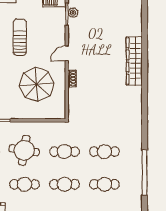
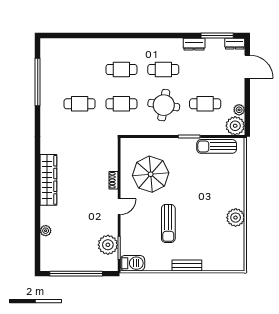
plant: (73, 13) -> (108, 245), width x1.87, depth x1.87
plant: (137, 31) -> (46, 231), added
wardrobe: (134, 61) -> (48, 180), moved
cafe table: (104, 184) -> (80, 70), removed

